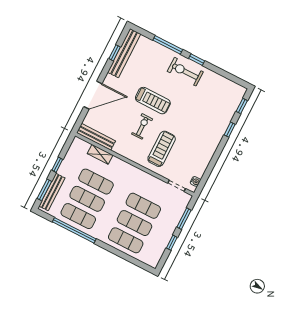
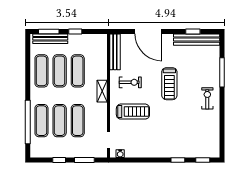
window: (197, 60) -> (222, 103), removed
exercise bike: (185, 72) -> (207, 98), width x0.73, depth x0.72
exercise bike: (142, 126) -> (130, 82), moved
shelving: (100, 154) -> (102, 91), moved
window: (74, 230) -> (28, 122), moved

